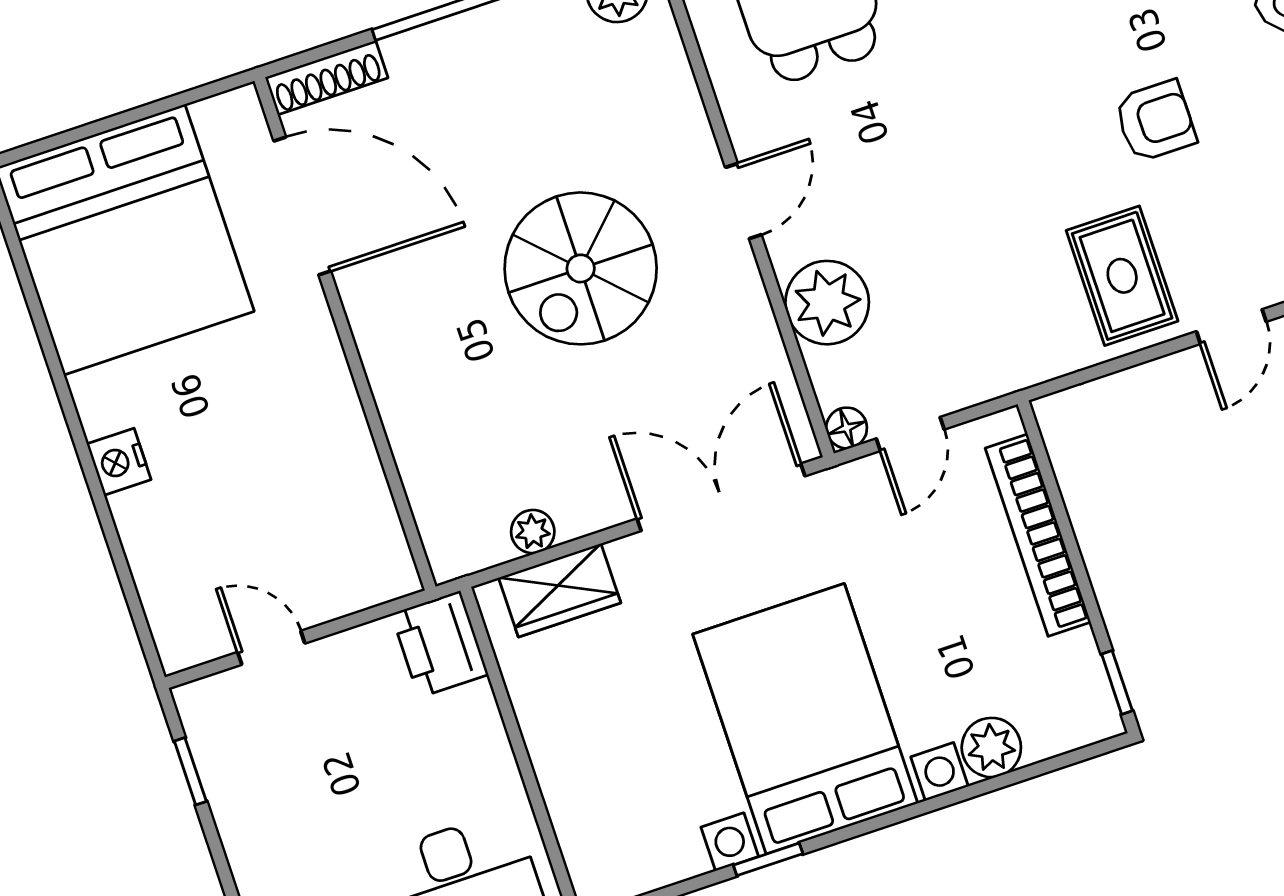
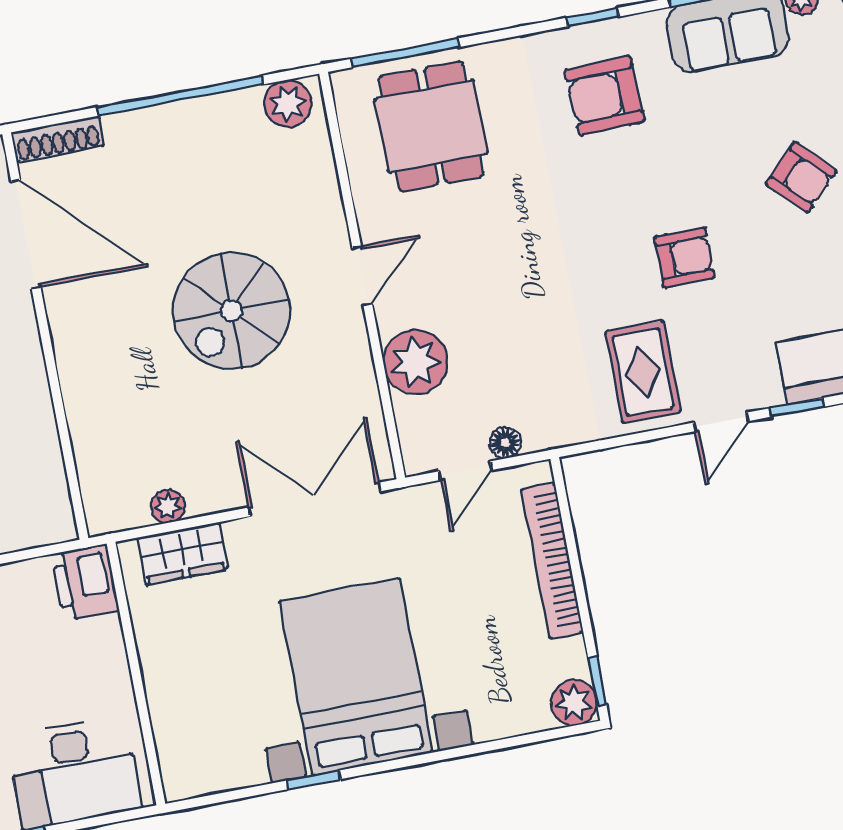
floor lamp: (847, 428) -> (505, 443), moved
plant: (991, 747) -> (574, 703), moved

